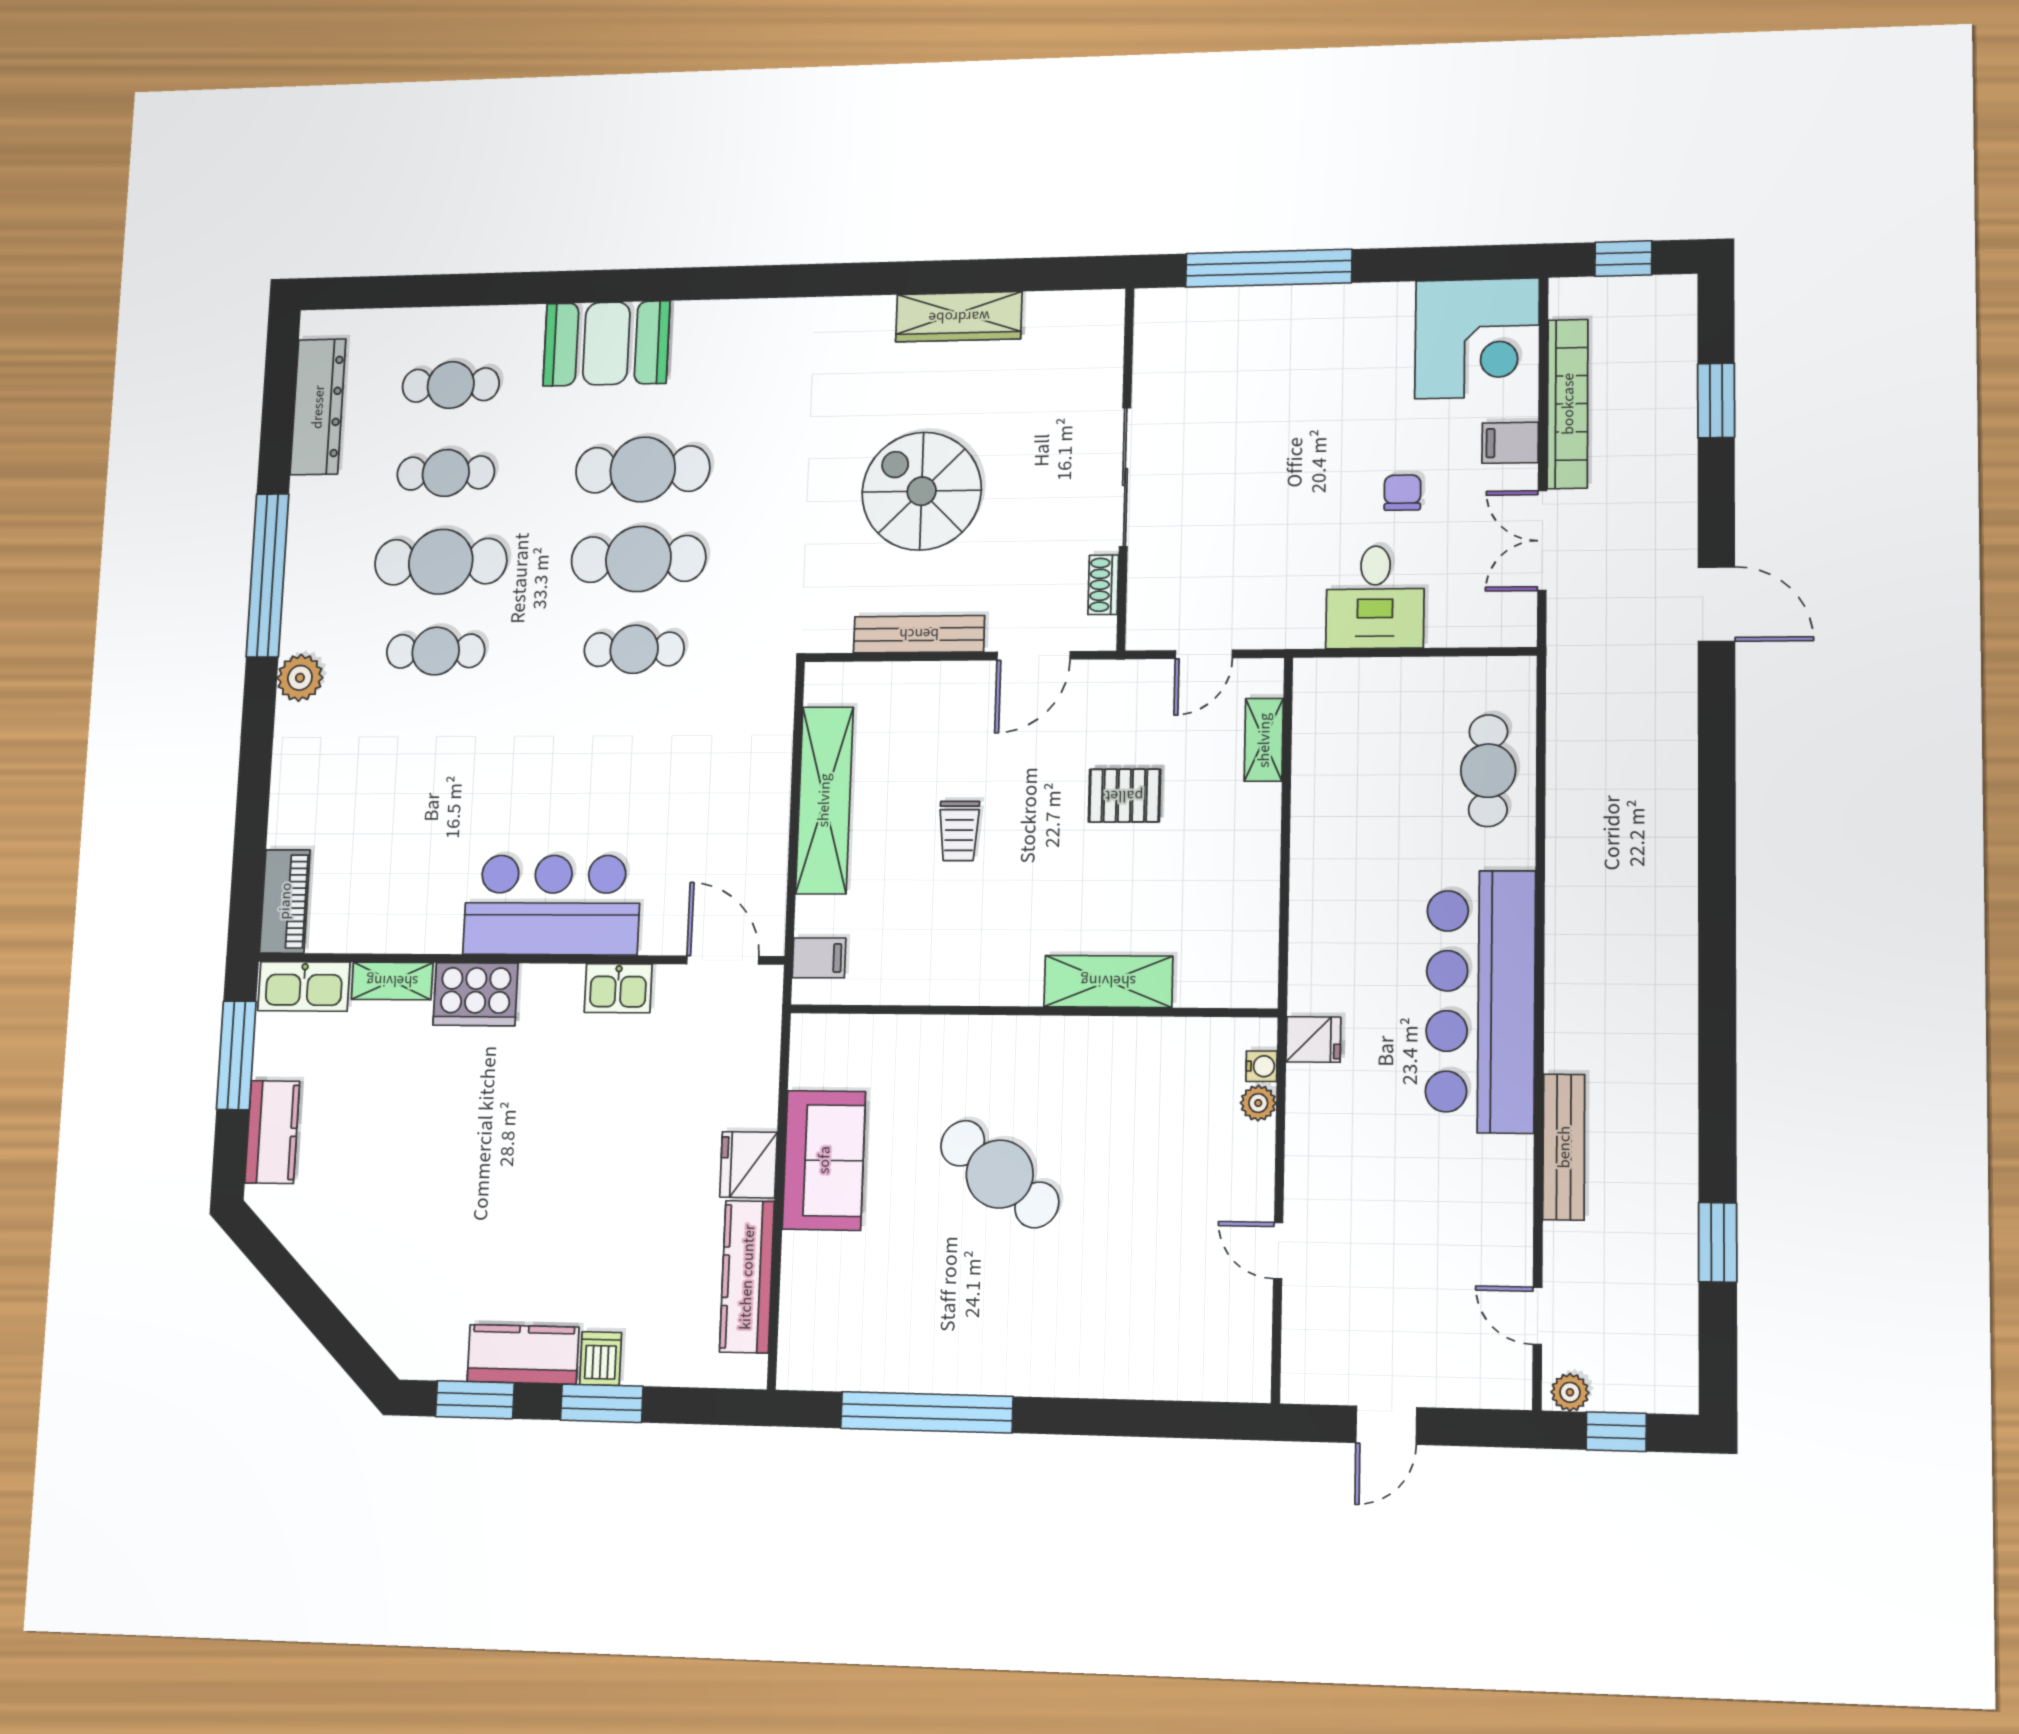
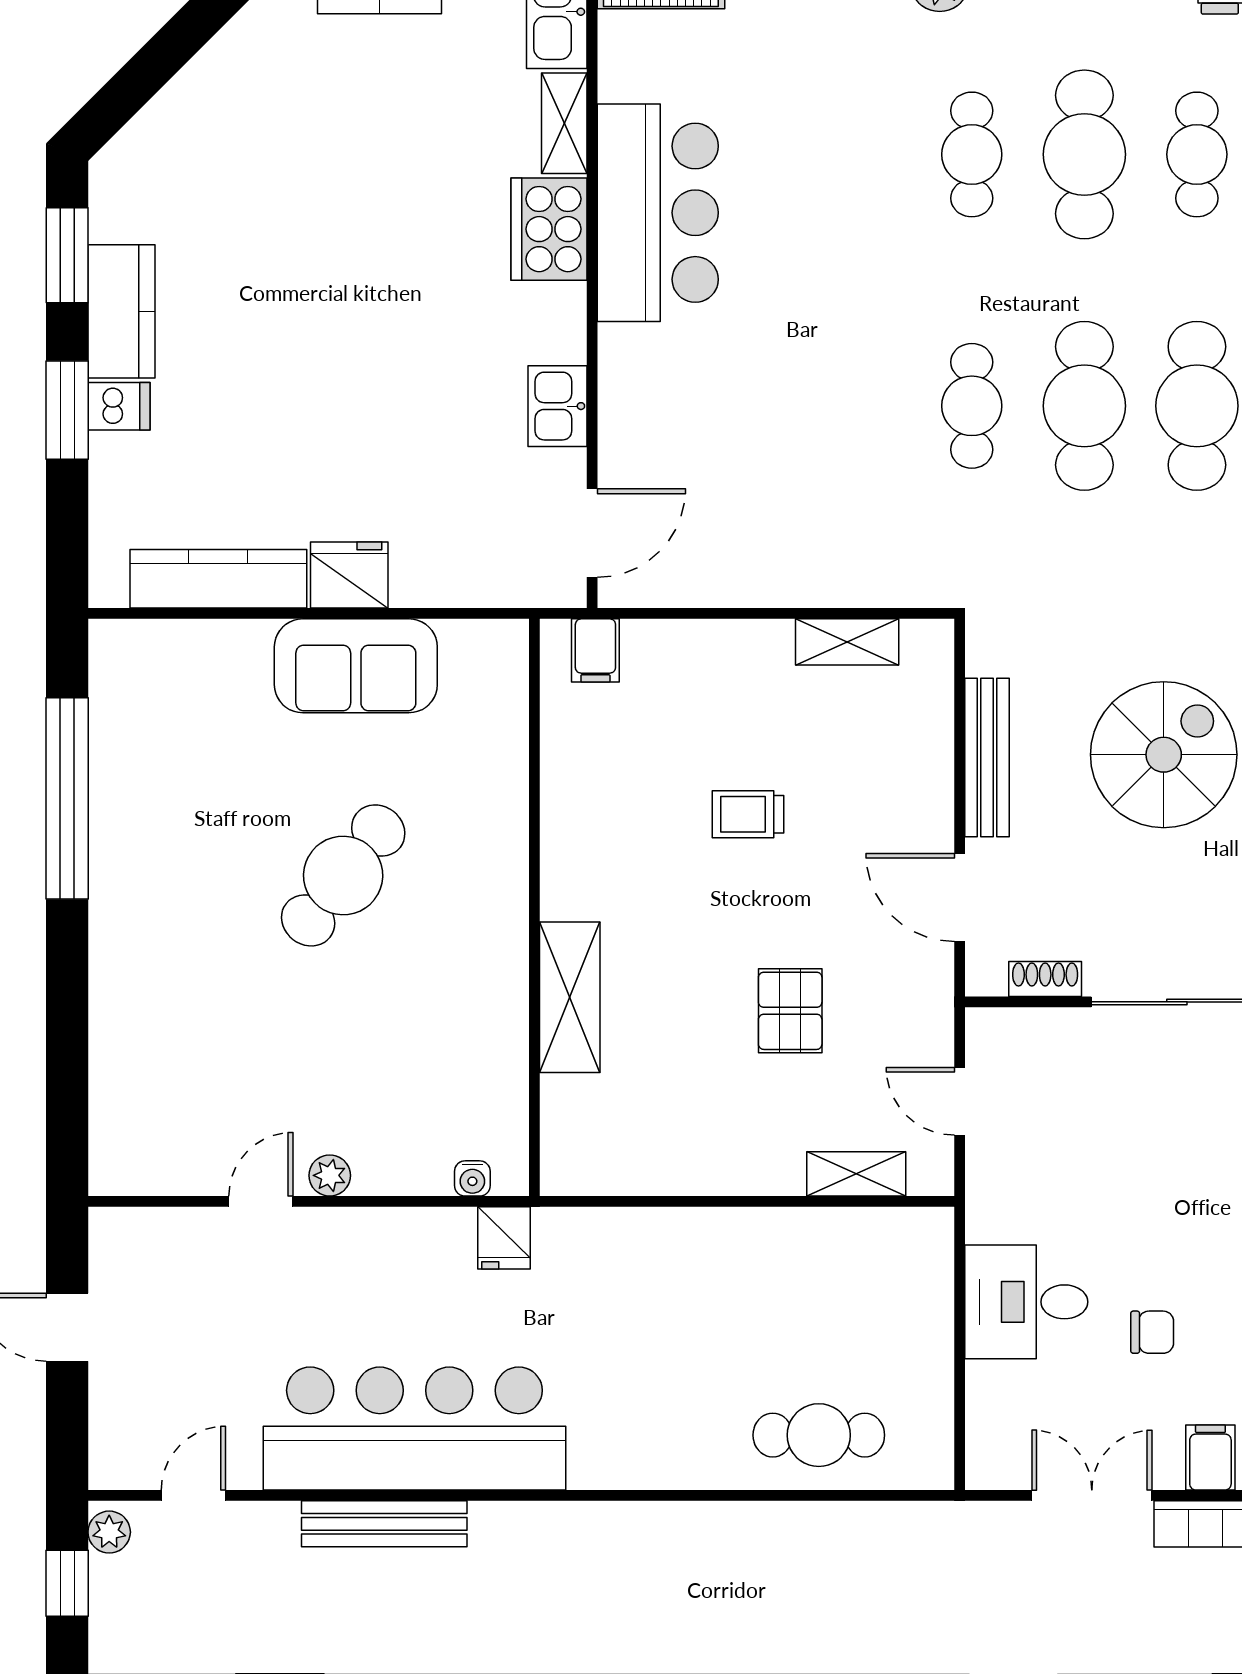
shelving: (824, 800) -> (847, 642), width x0.45, depth x0.75
bar counter: (552, 905) -> (658, 213), moved
bar counter: (1480, 1001) -> (414, 1429), moved
plant: (1258, 1103) -> (330, 1175), moved

